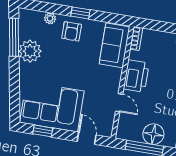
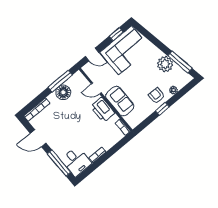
sofa: (114, 45) -> (120, 101), moved

